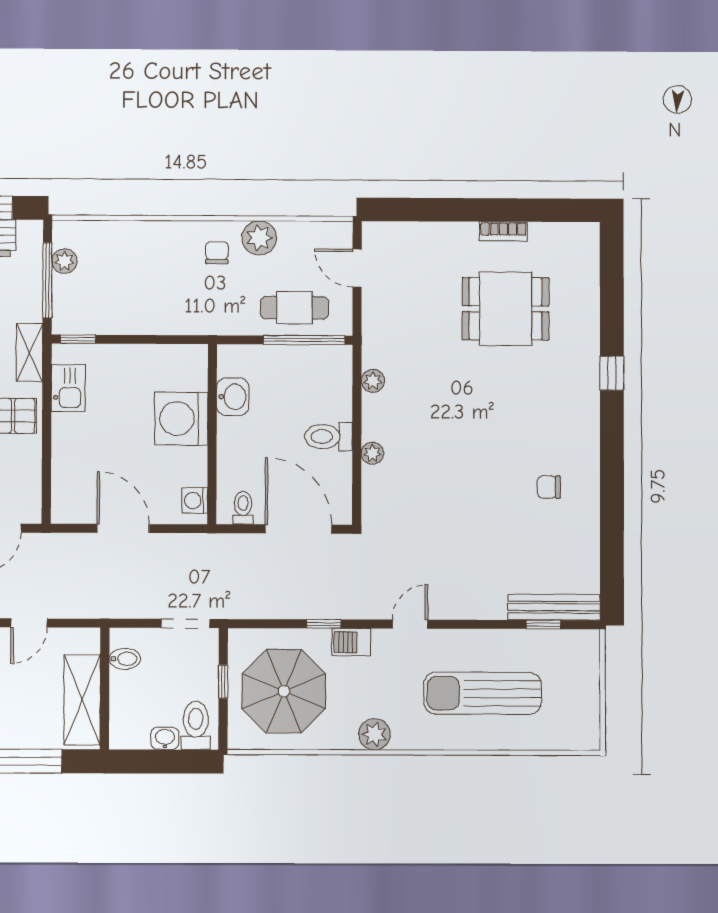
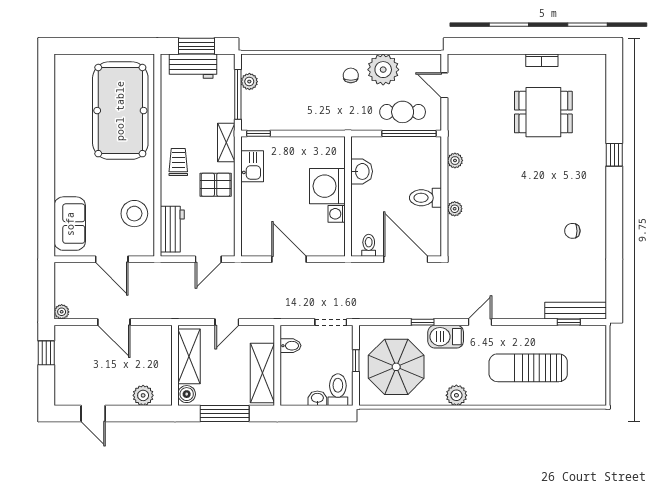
plant: (259, 238) -> (383, 70), width x1.36, depth x1.36
washing machine: (195, 501) -> (337, 214), moved
barbecue: (351, 642) -> (446, 337), width x1.38, depth x1.27

